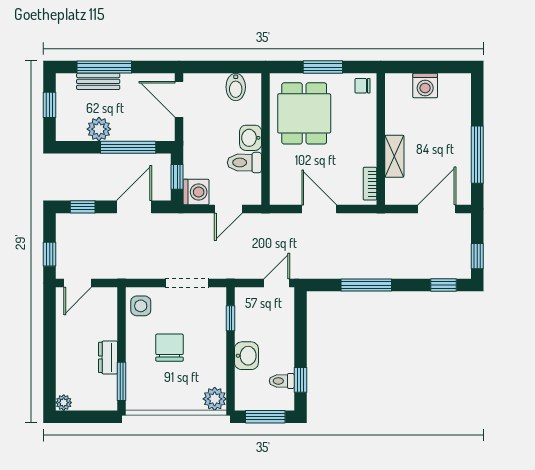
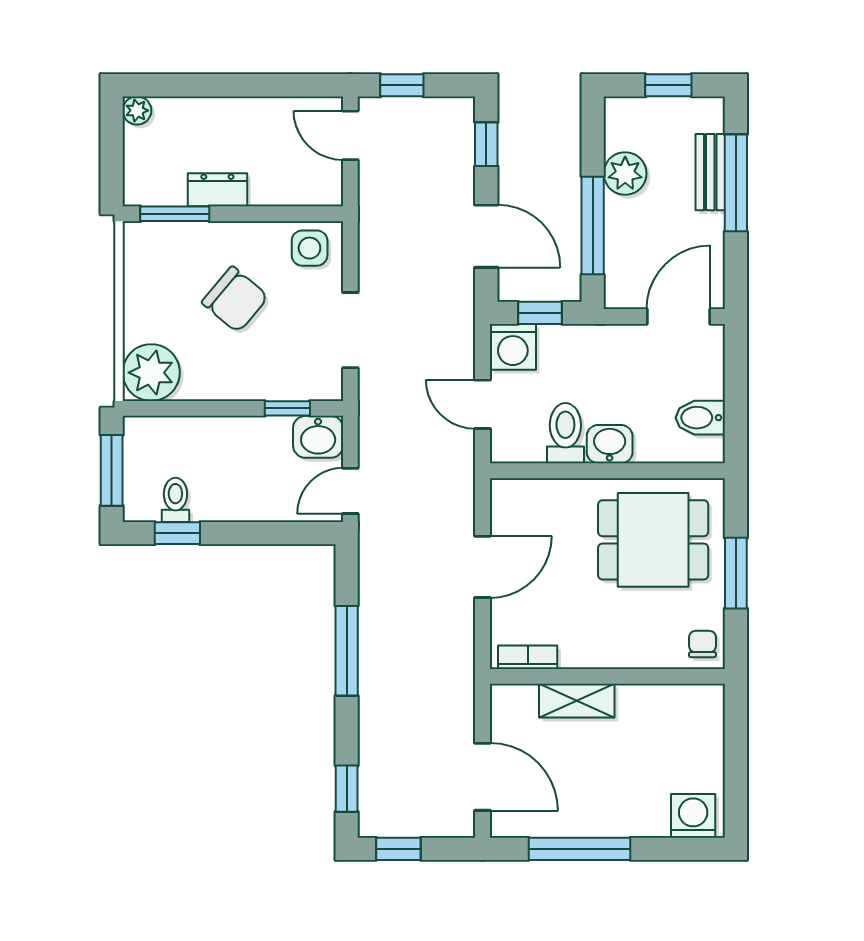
washing machine: (425, 86) -> (693, 816), moved, turned 90
door: (277, 283) -> (350, 491), swing flipped
chair: (170, 348) -> (235, 299), turned 40
washbasin: (246, 356) -> (318, 437), moved
plant: (215, 399) -> (151, 373), width x1.36, depth x1.36

